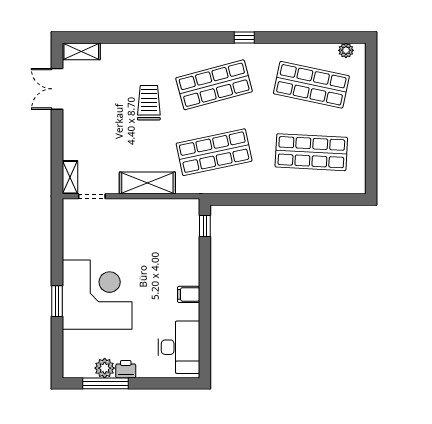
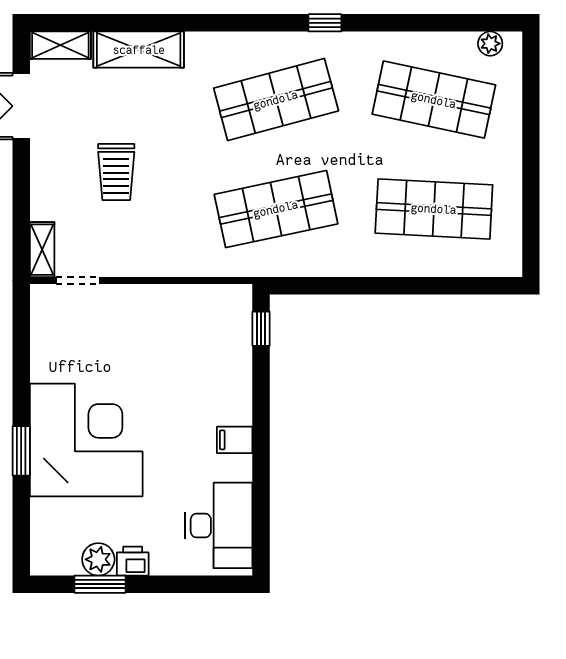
trolley: (149, 103) -> (116, 172), moved, turned 180
shelving: (147, 183) -> (139, 50), moved
window: (106, 383) -> (100, 584), width x0.69

